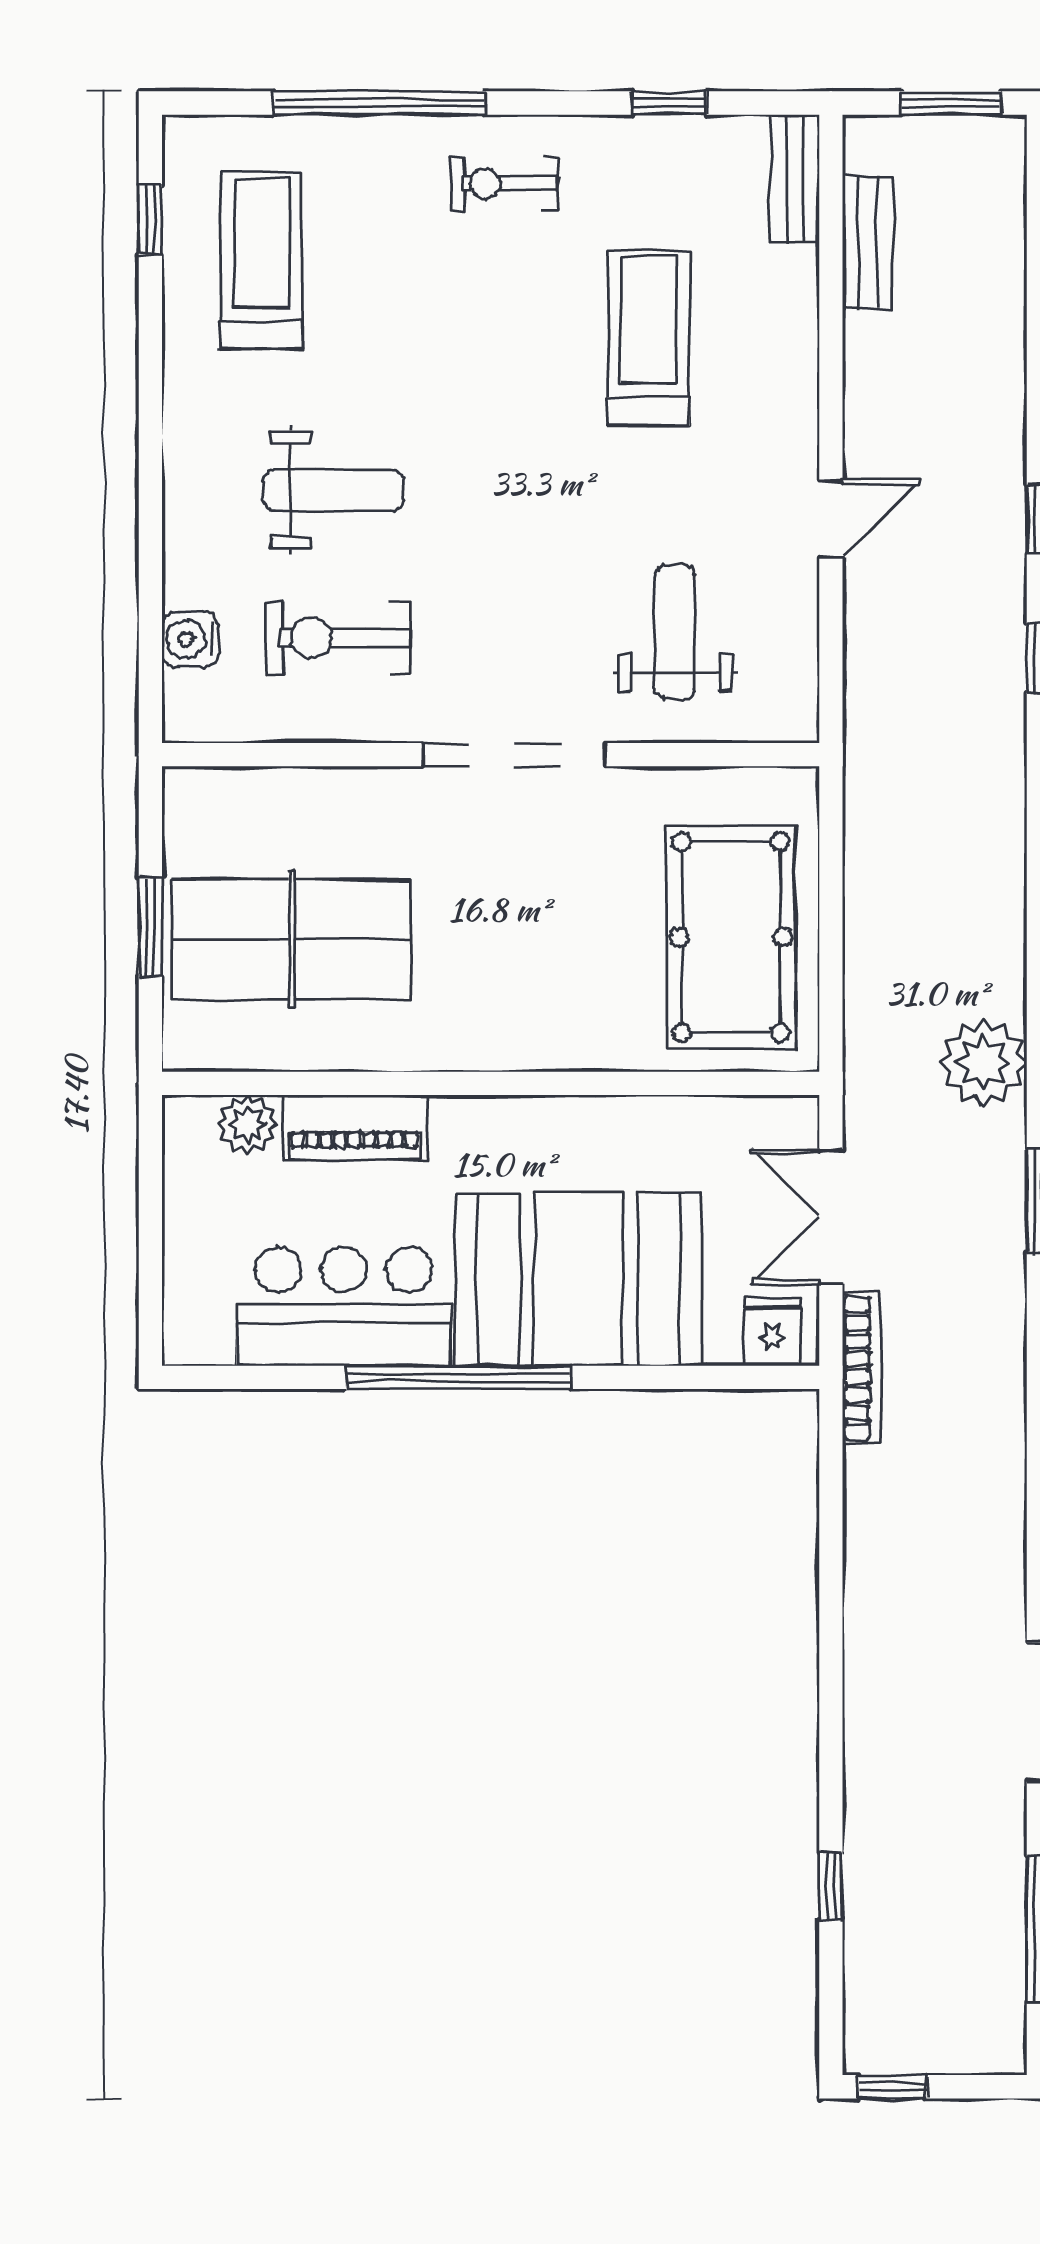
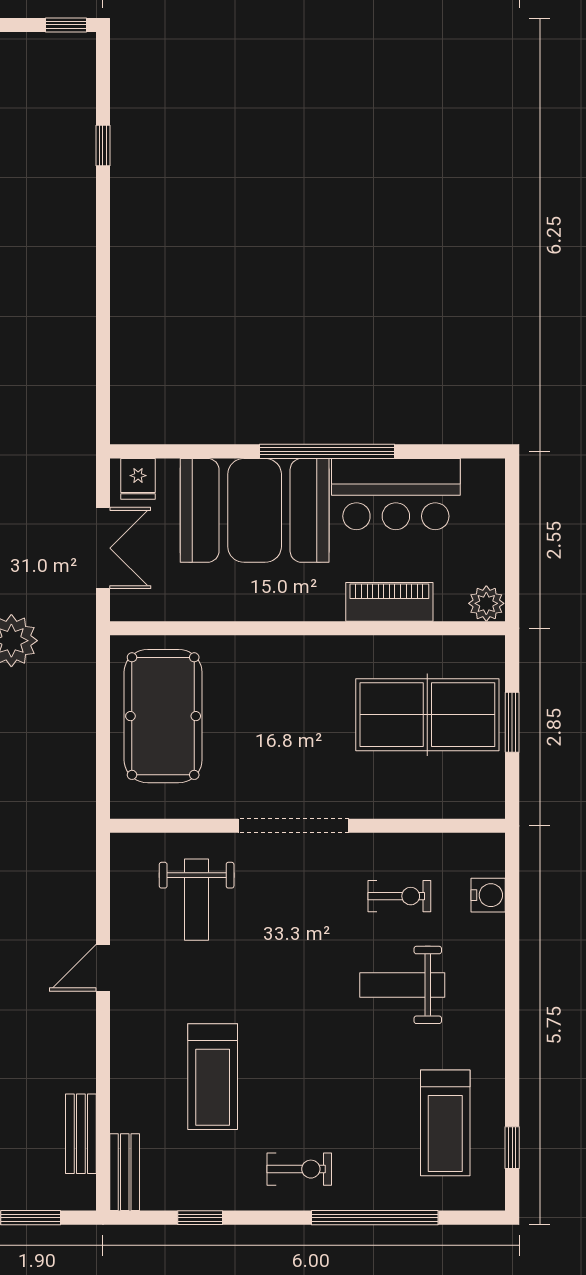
exercise bike: (338, 638) -> (399, 896), width x0.73, depth x0.72
plant: (248, 1124) -> (486, 603), moved
bookcase: (862, 1368) -> (84, 457), removed

